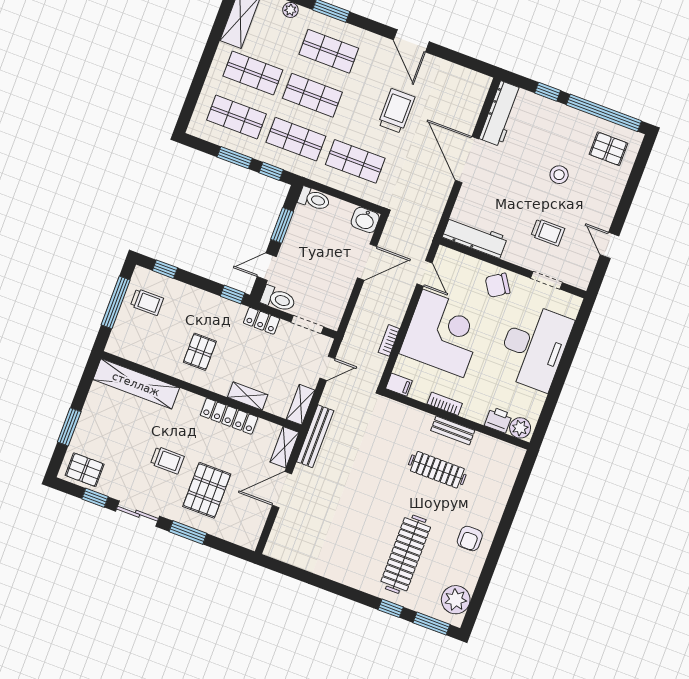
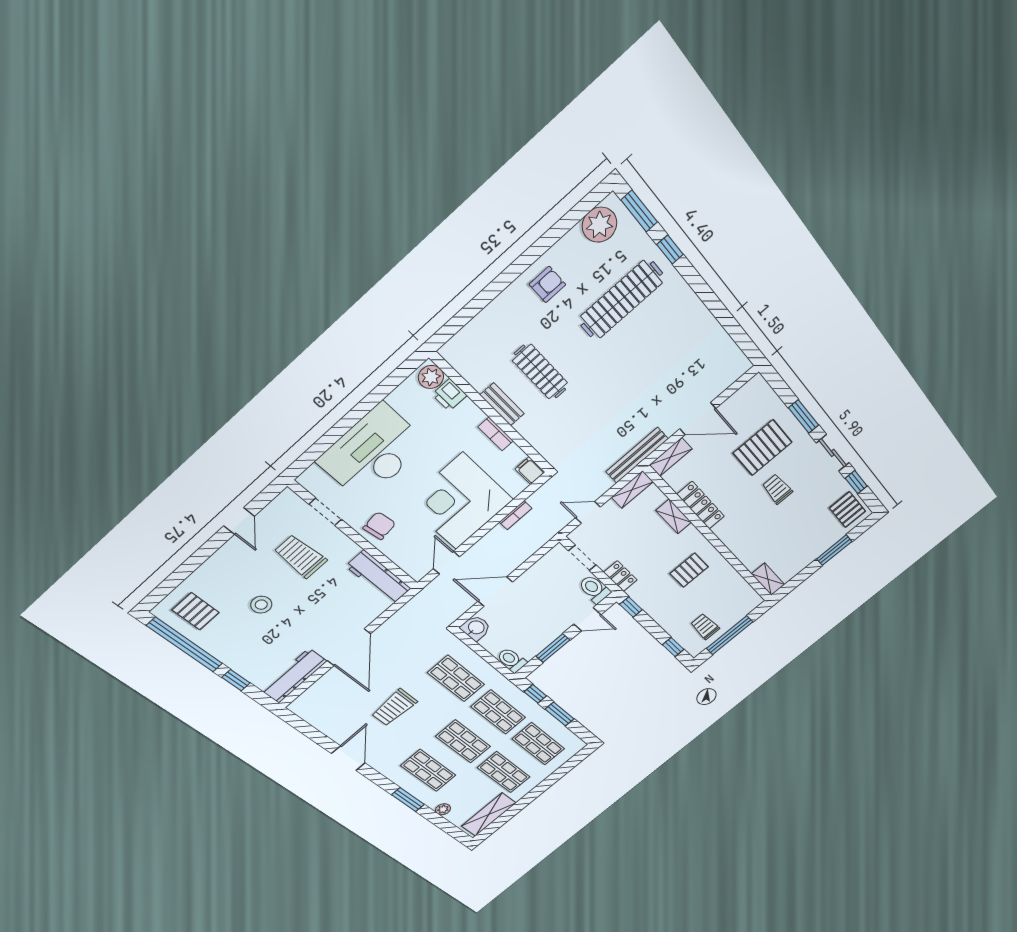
trolley: (548, 232) -> (300, 556), width x1.36, depth x1.39
chair: (498, 285) -> (379, 526), turned -65
shelving: (136, 384) -> (768, 579), width x0.45, depth x0.75

